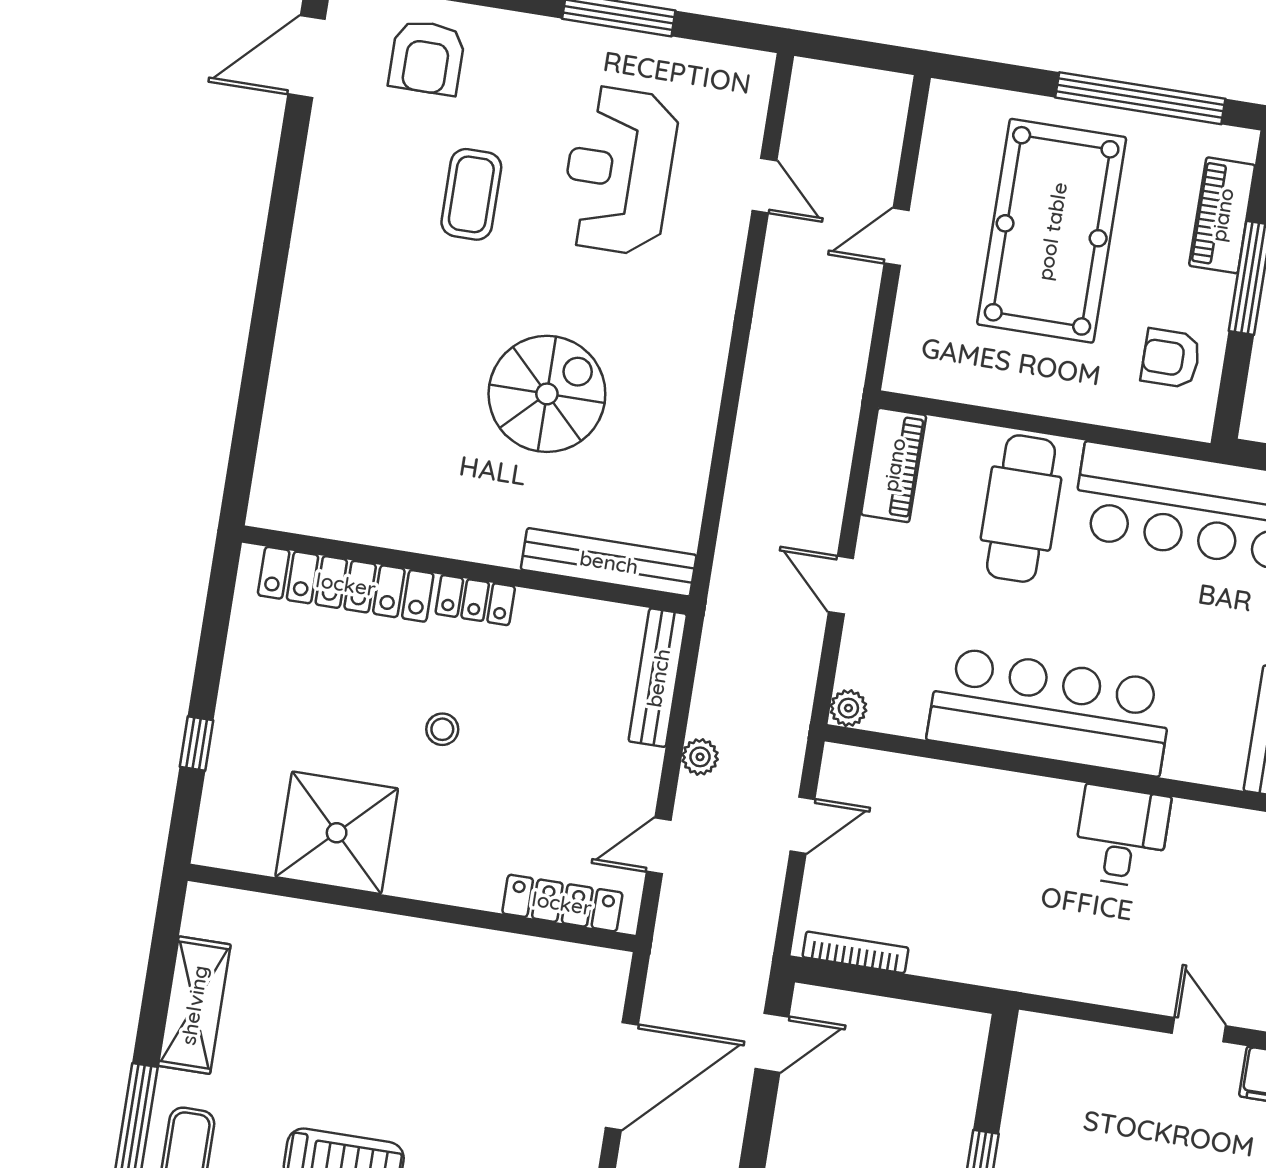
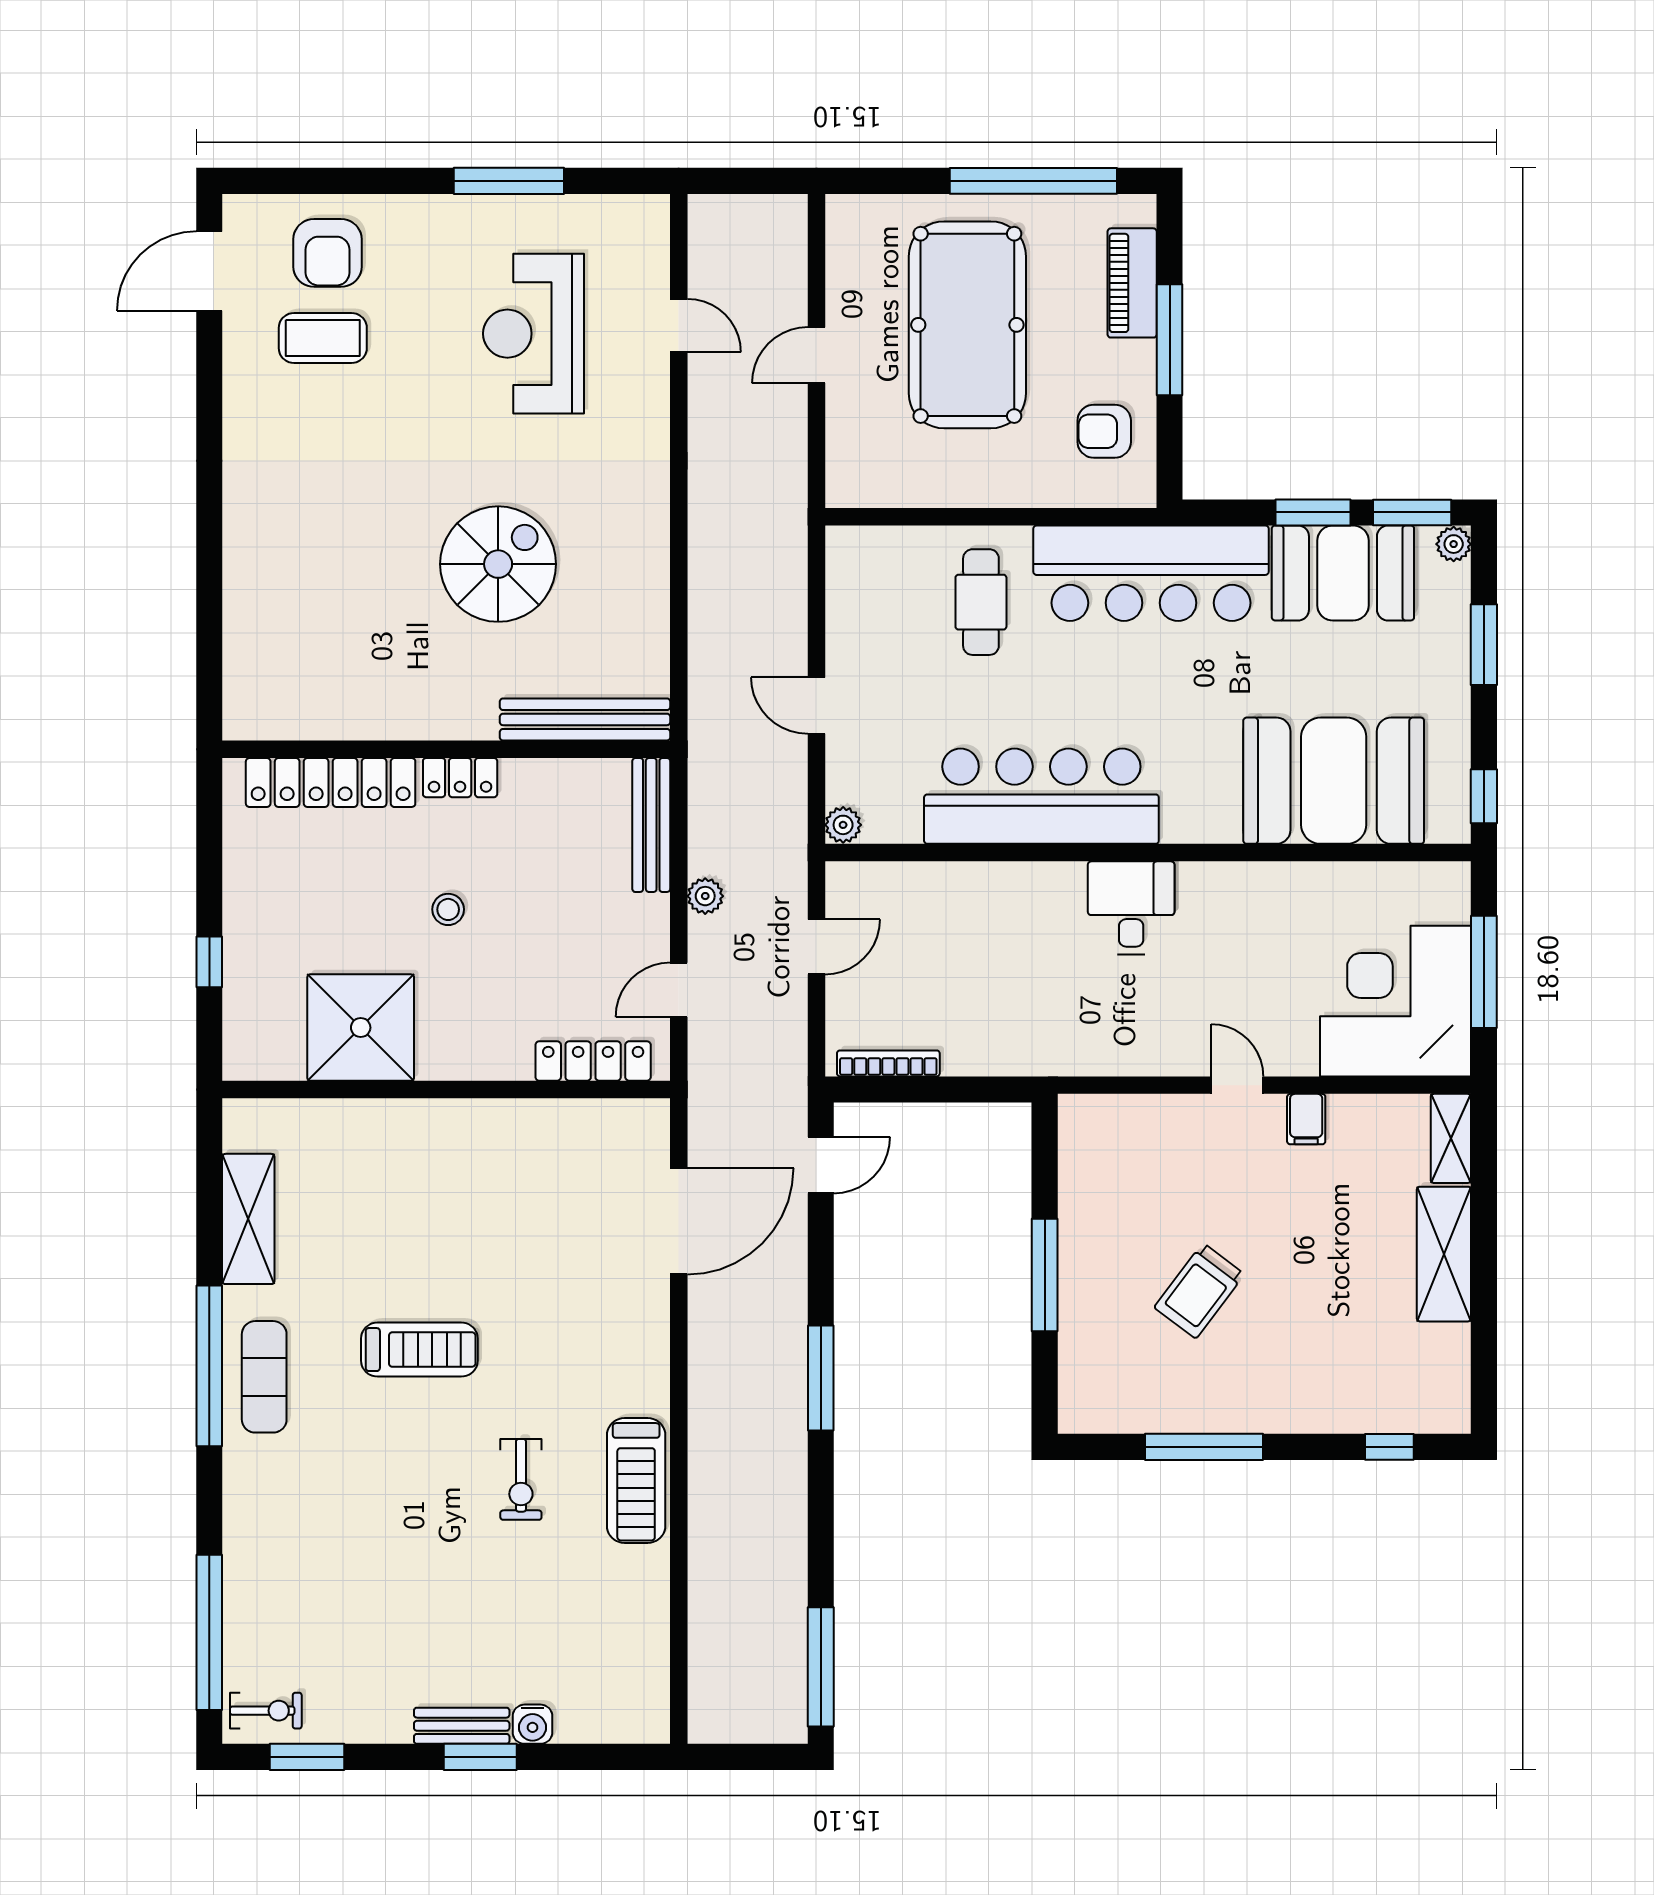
coffee table: (471, 194) -> (323, 338), moved, turned 90
piano: (894, 465) -> (849, 579), removed
cafe table: (1021, 509) -> (981, 602), width x0.73, depth x0.74

